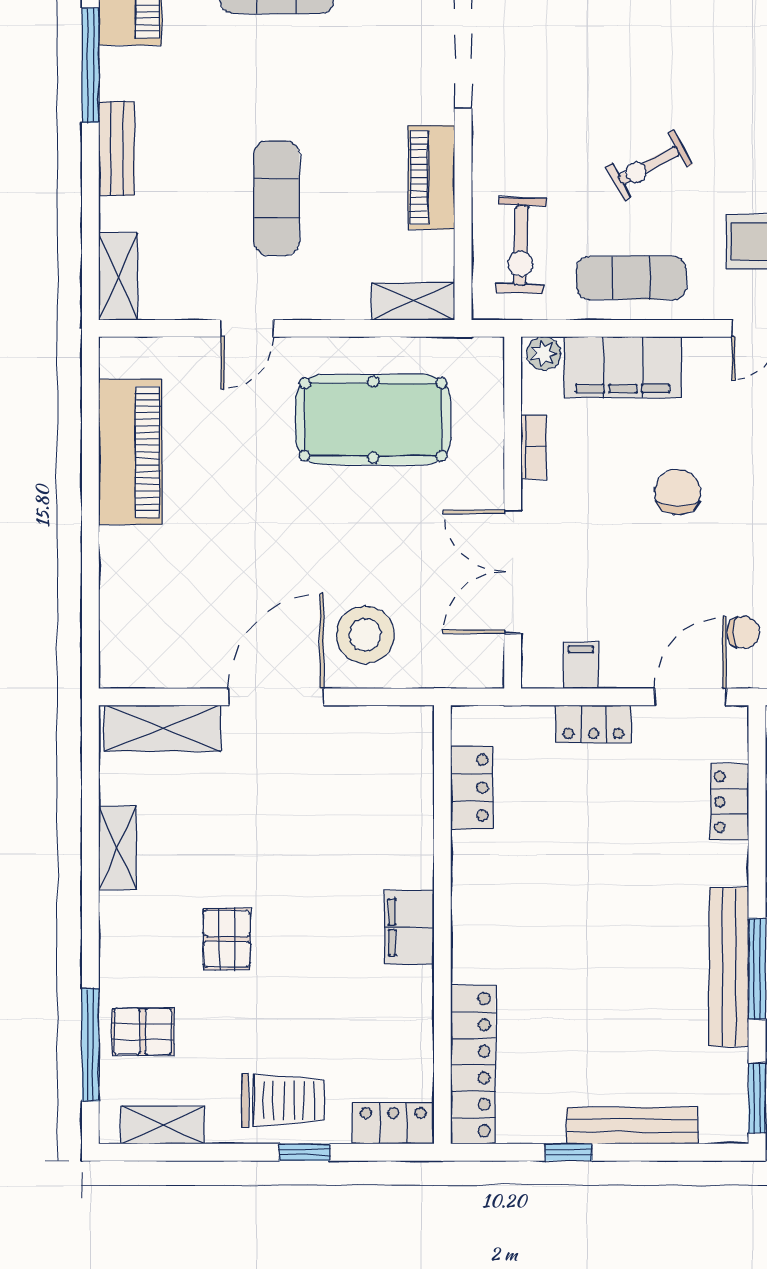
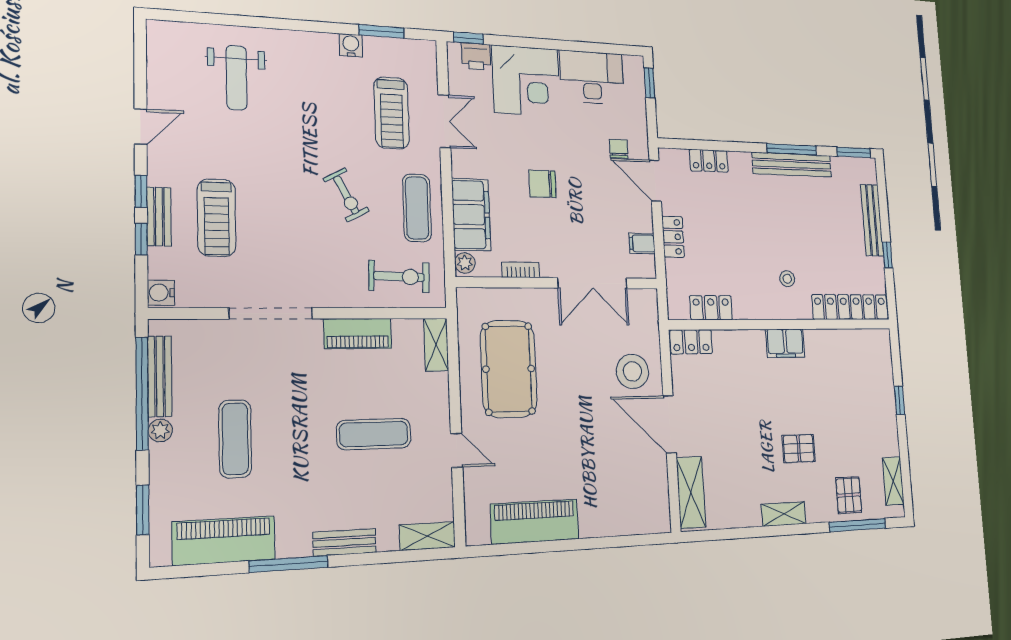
shelving: (117, 848) -> (784, 514), moved
stool: (523, 941) -> (787, 279), added
trolley: (283, 1100) -> (876, 413), removed
locker: (393, 1123) -> (691, 342), moved, turned -90

